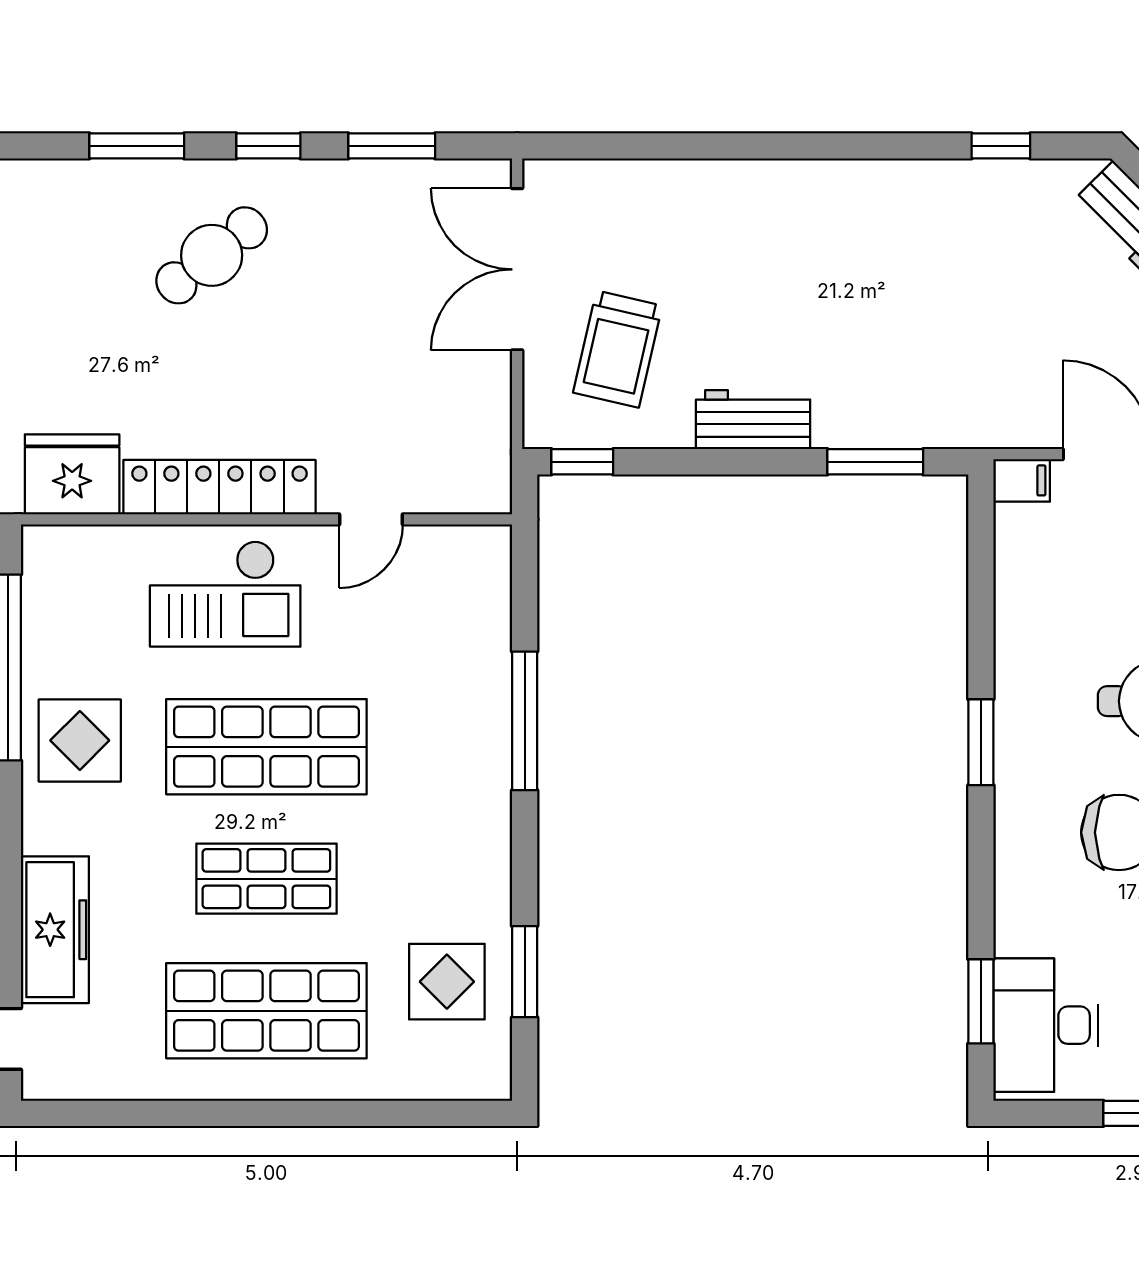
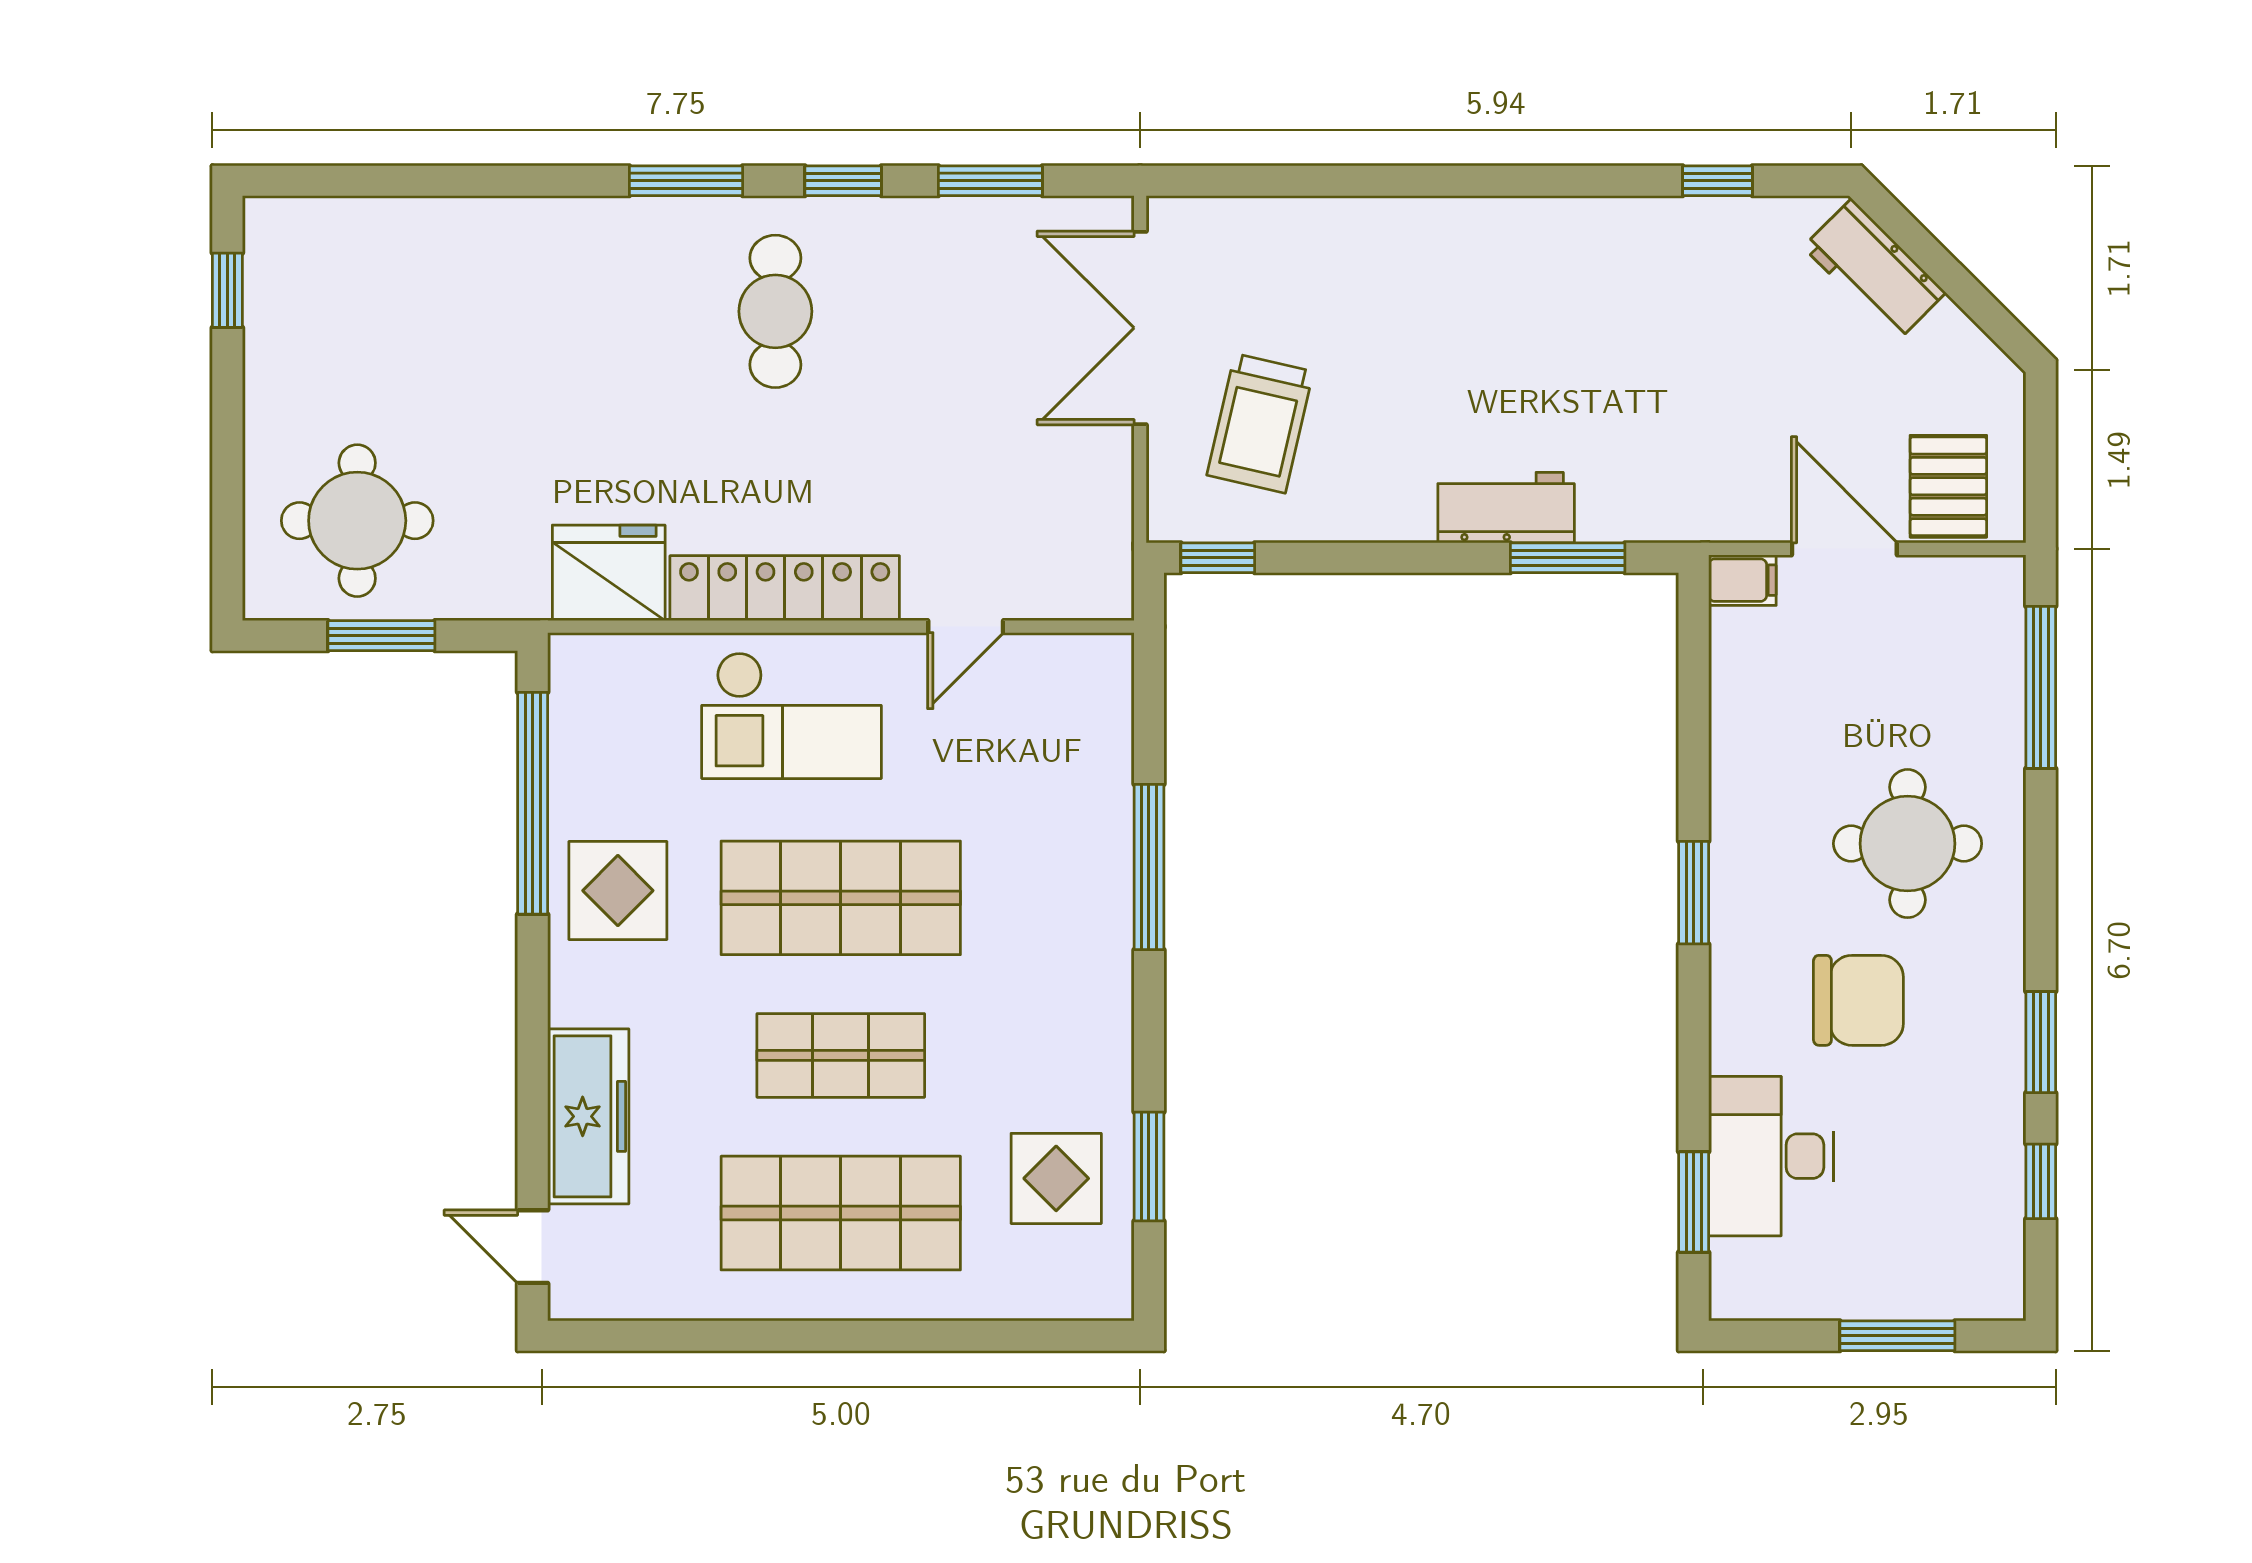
cafe table: (212, 255) -> (775, 311), turned -52
workbench: (753, 420) -> (1506, 508), moved
desk: (1046, 1025) -> (1771, 1156), moved

